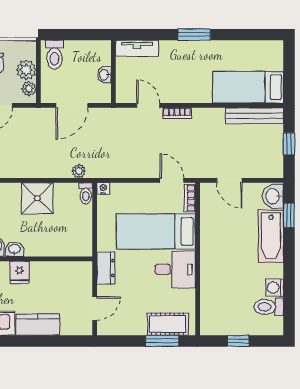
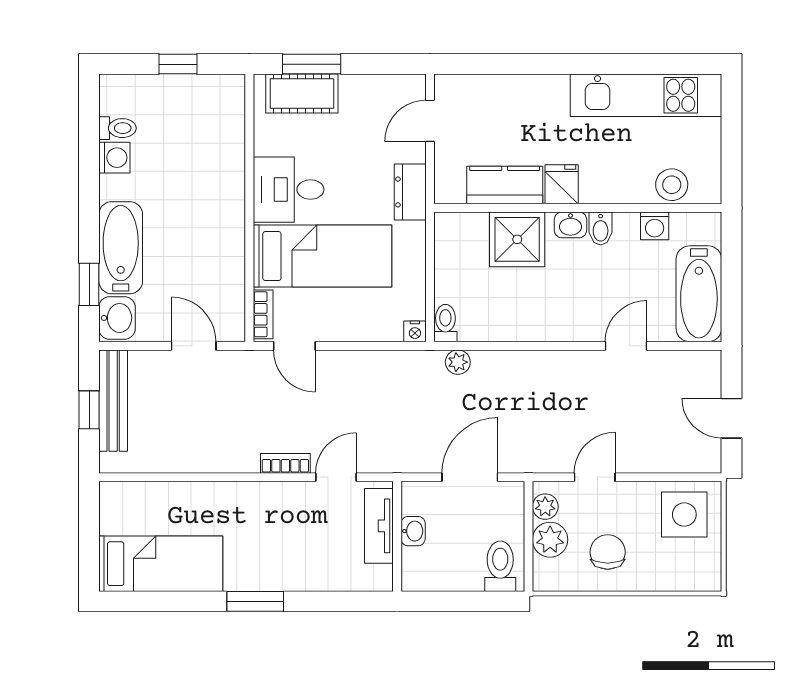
tv unit: (137, 48) -> (379, 526), moved, turned -90
bed: (248, 87) -> (161, 564), moved
door: (148, 105) -> (336, 477), swing flipped
bench: (254, 116) -> (113, 401), moved, turned 90
shower: (37, 198) -> (517, 239), moved
toilet: (269, 307) -> (117, 128), width x0.73, depth x0.72
kitchen counter: (38, 324) -> (505, 185), moved, turned 180

